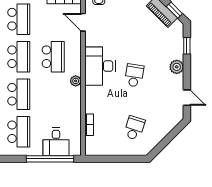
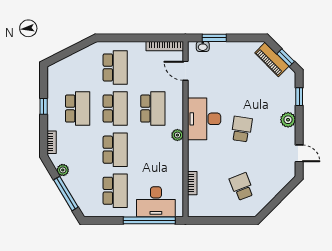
school desk: (134, 128) -> (242, 187), turned -39
desk: (56, 142) -> (156, 202), width x1.37

